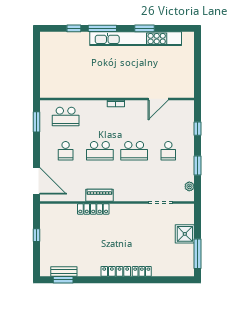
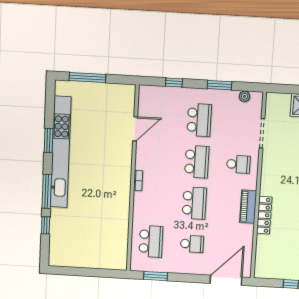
window: (197, 58) -> (87, 78), added
door: (158, 99) -> (135, 129), hinge flipped
school desk: (168, 151) -> (199, 120), width x1.85
school desk: (134, 185) -> (238, 164), added

